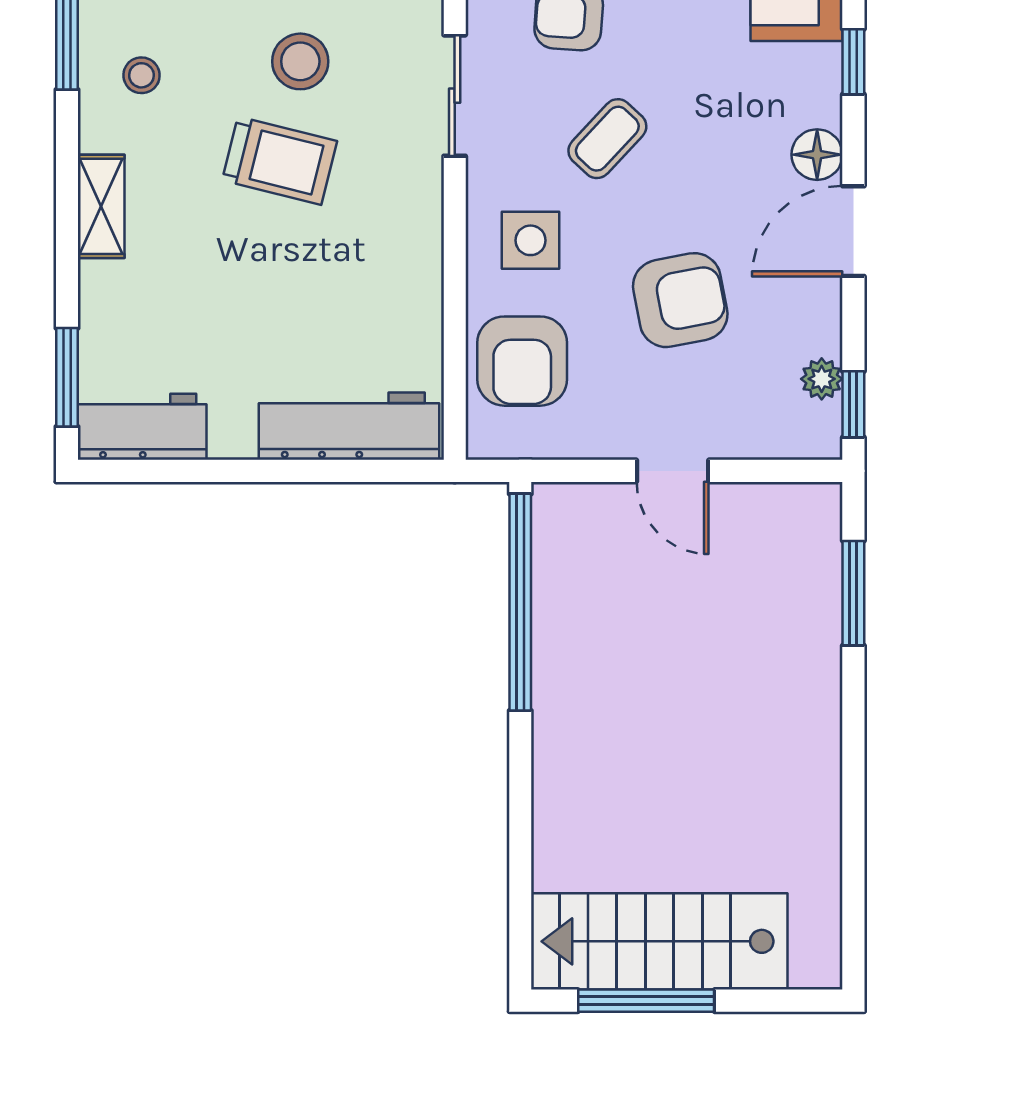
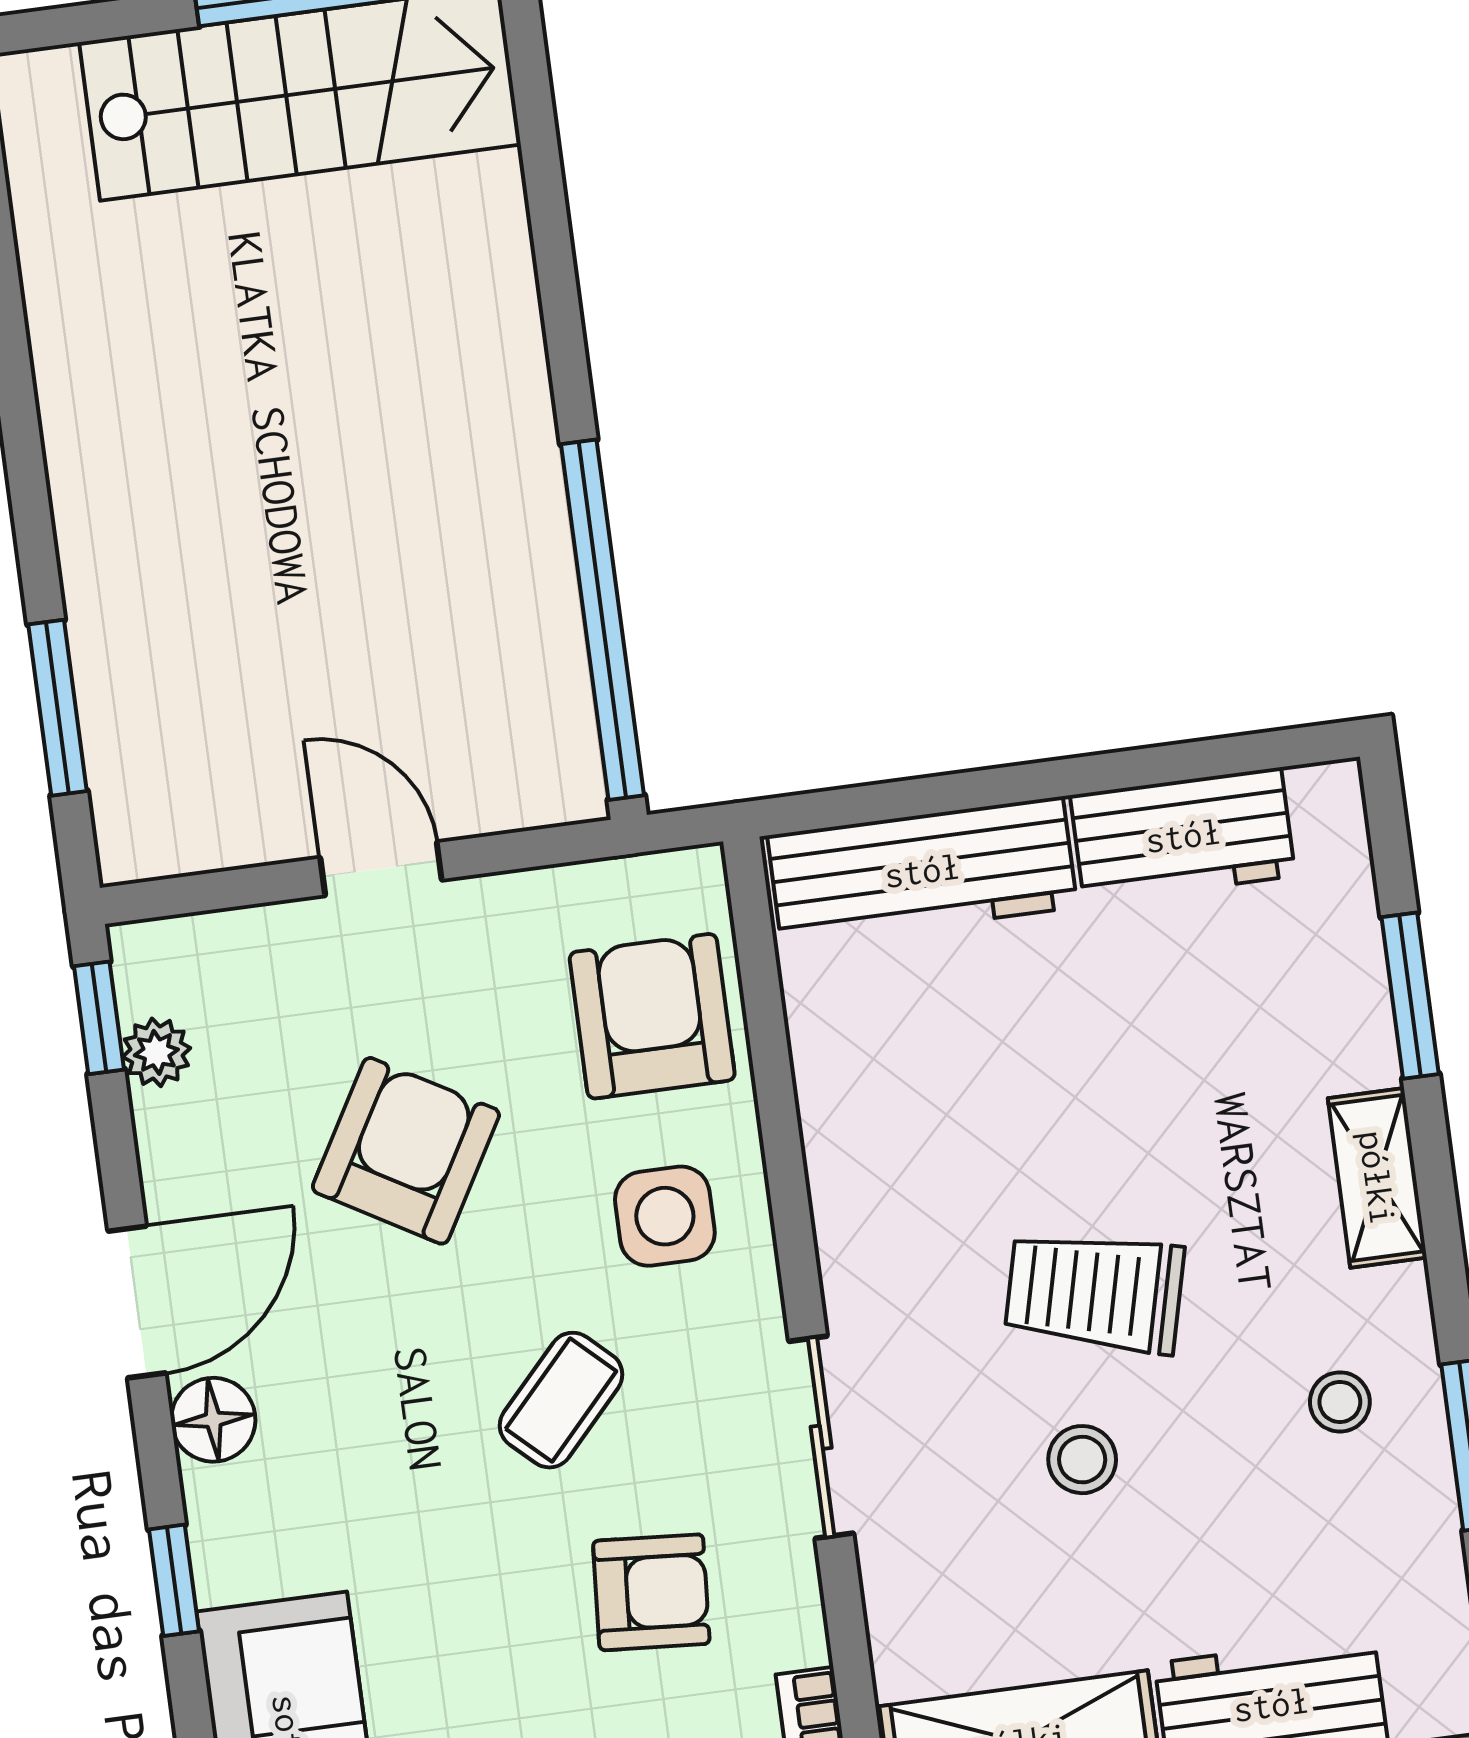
stool: (300, 61) -> (1082, 1460), width x0.73, depth x0.73
armchair: (680, 300) -> (406, 1151), turned 131
window: (67, 377) -> (1410, 996), moved
workbench: (142, 427) -> (1183, 836), moved

